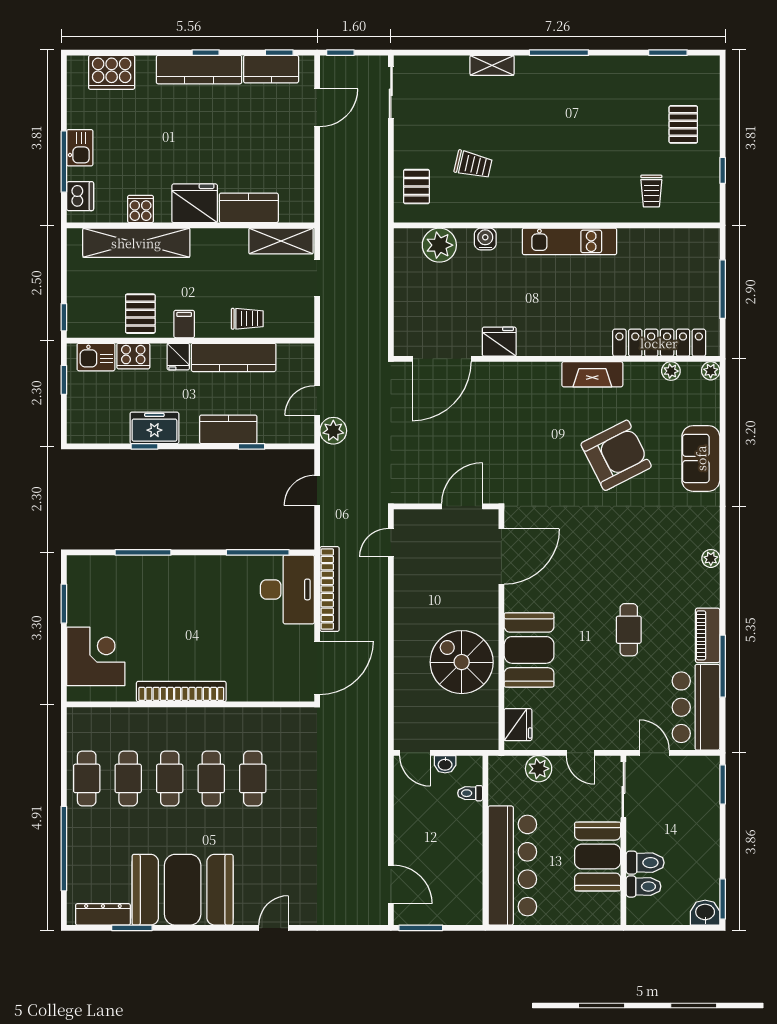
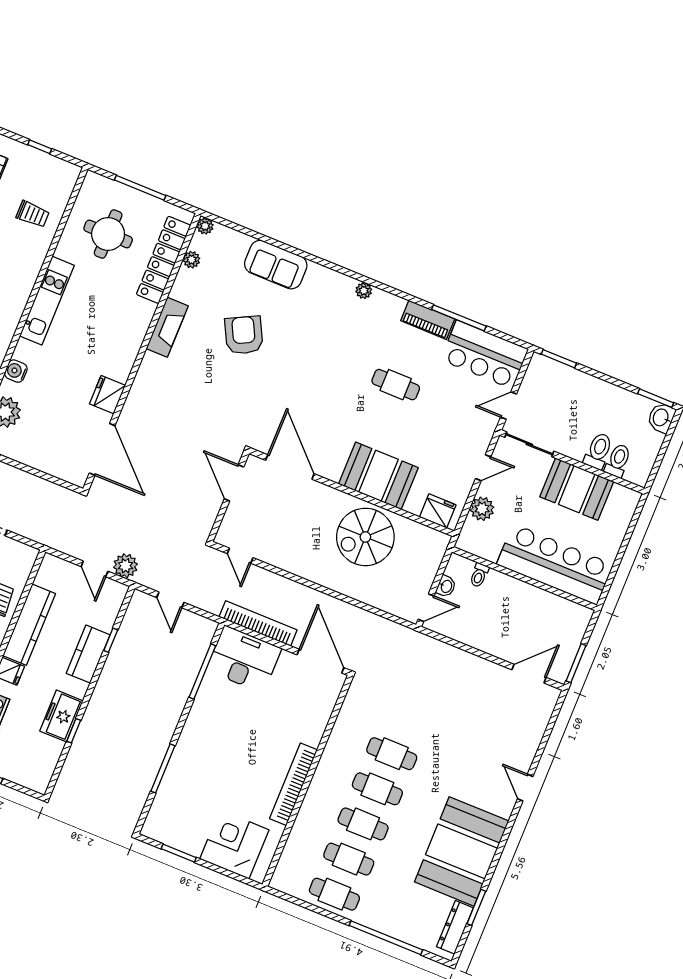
round table: (662, 276) -> (108, 234), added
armchair: (616, 455) -> (244, 335), width x0.73, depth x0.73

